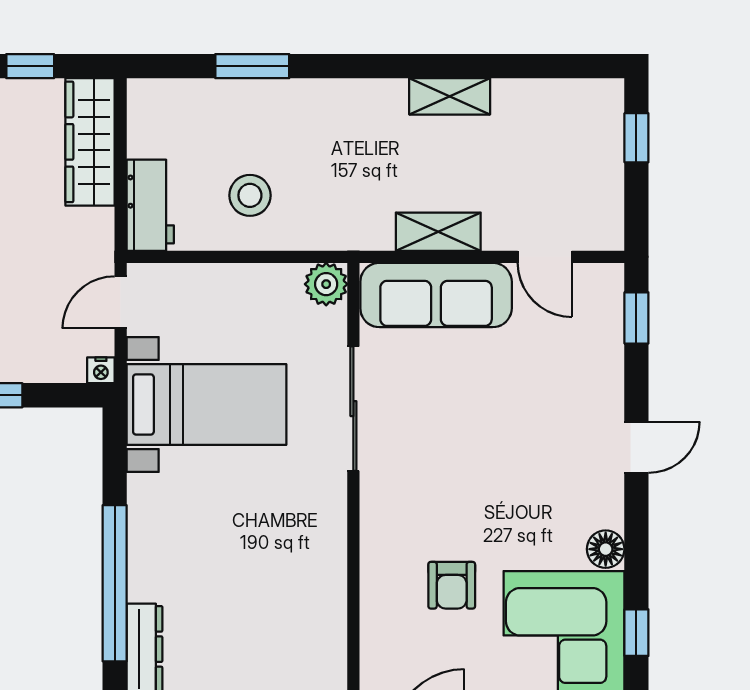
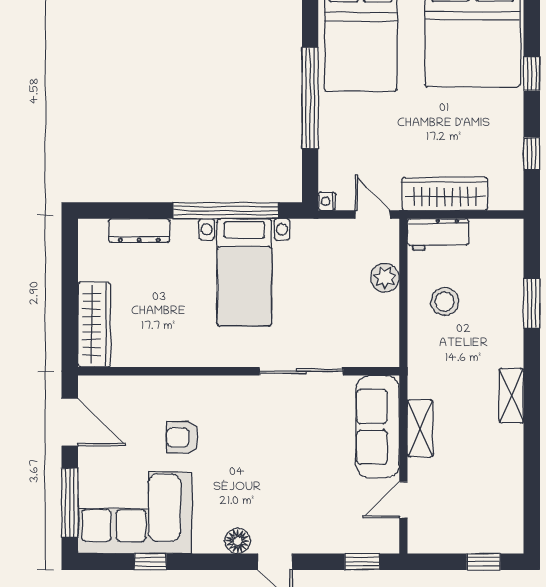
shelving: (450, 96) -> (511, 396), moved
wardrobe: (90, 142) -> (445, 194), moved
plant: (326, 284) -> (385, 278), moved
bed with nightstands: (207, 404) -> (244, 272), moved
floor lamp: (606, 549) -> (238, 541), moved
window: (115, 583) -> (226, 210), moved

